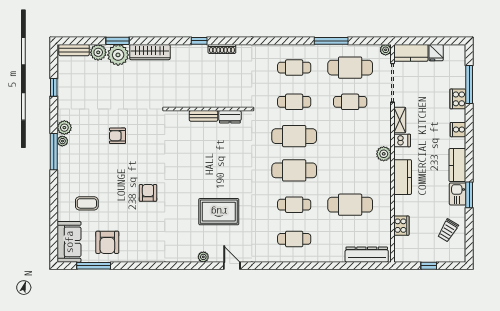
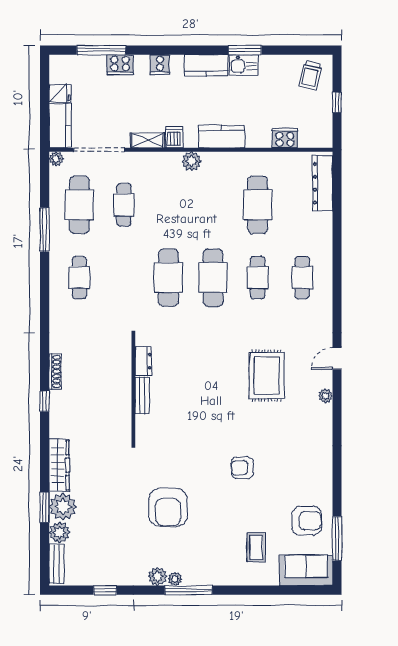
cafe table: (294, 102) -> (124, 278), removed
armchair: (117, 136) -> (168, 507), width x1.88, depth x1.88
trolley: (448, 230) -> (311, 76), moved, turned 71

